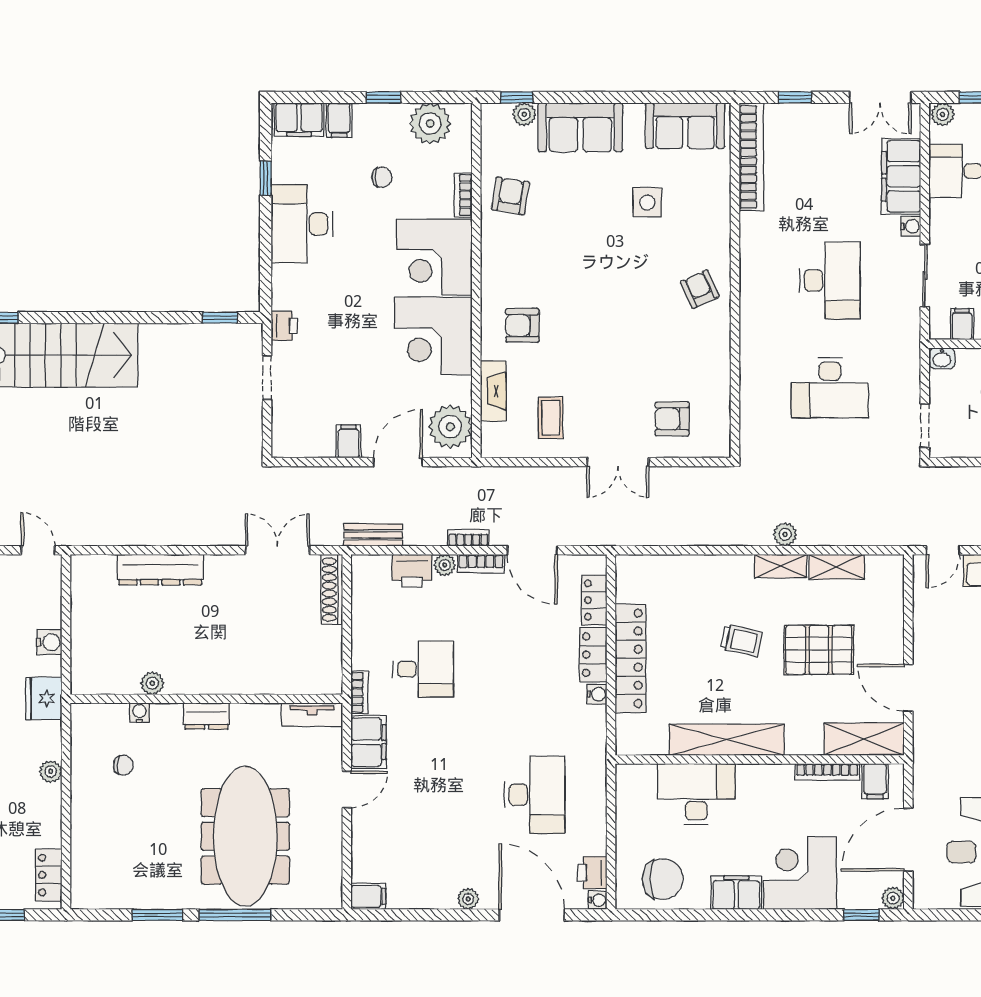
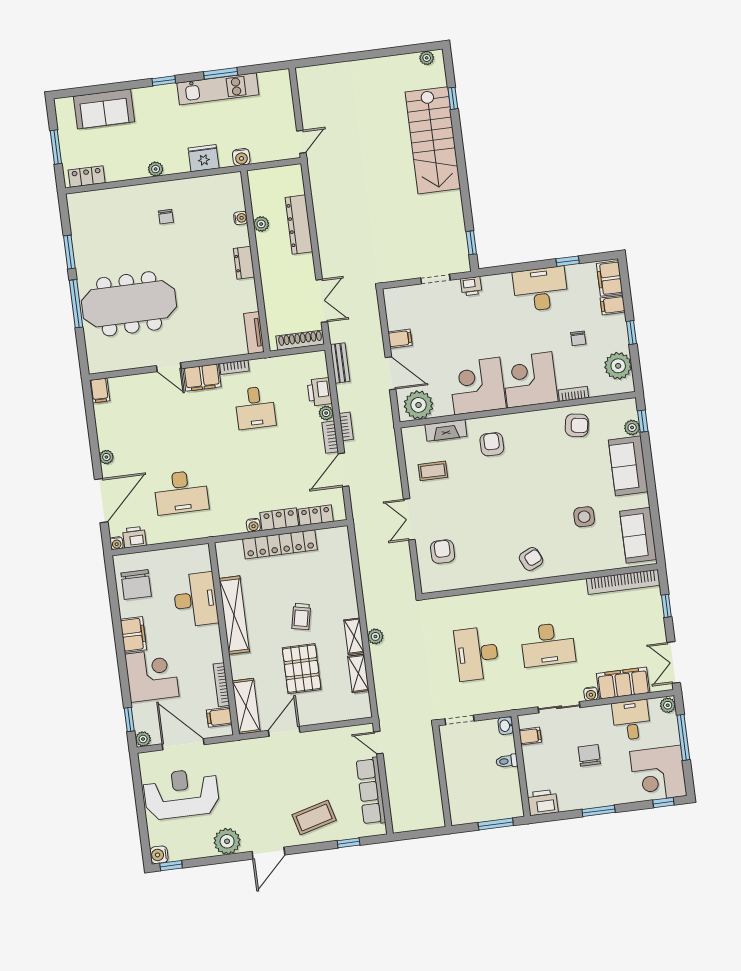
plant: (152, 683) -> (261, 224), moved
wall: (206, 699) -> (255, 261), moved
water cooler: (139, 713) -> (241, 218), moved
tv unit: (312, 715) -> (254, 333), moved
dresser: (206, 716) -> (244, 263), moved

